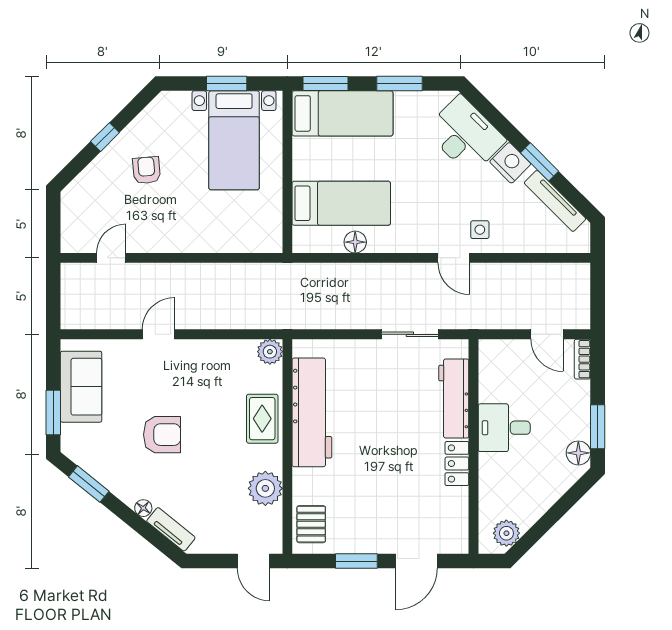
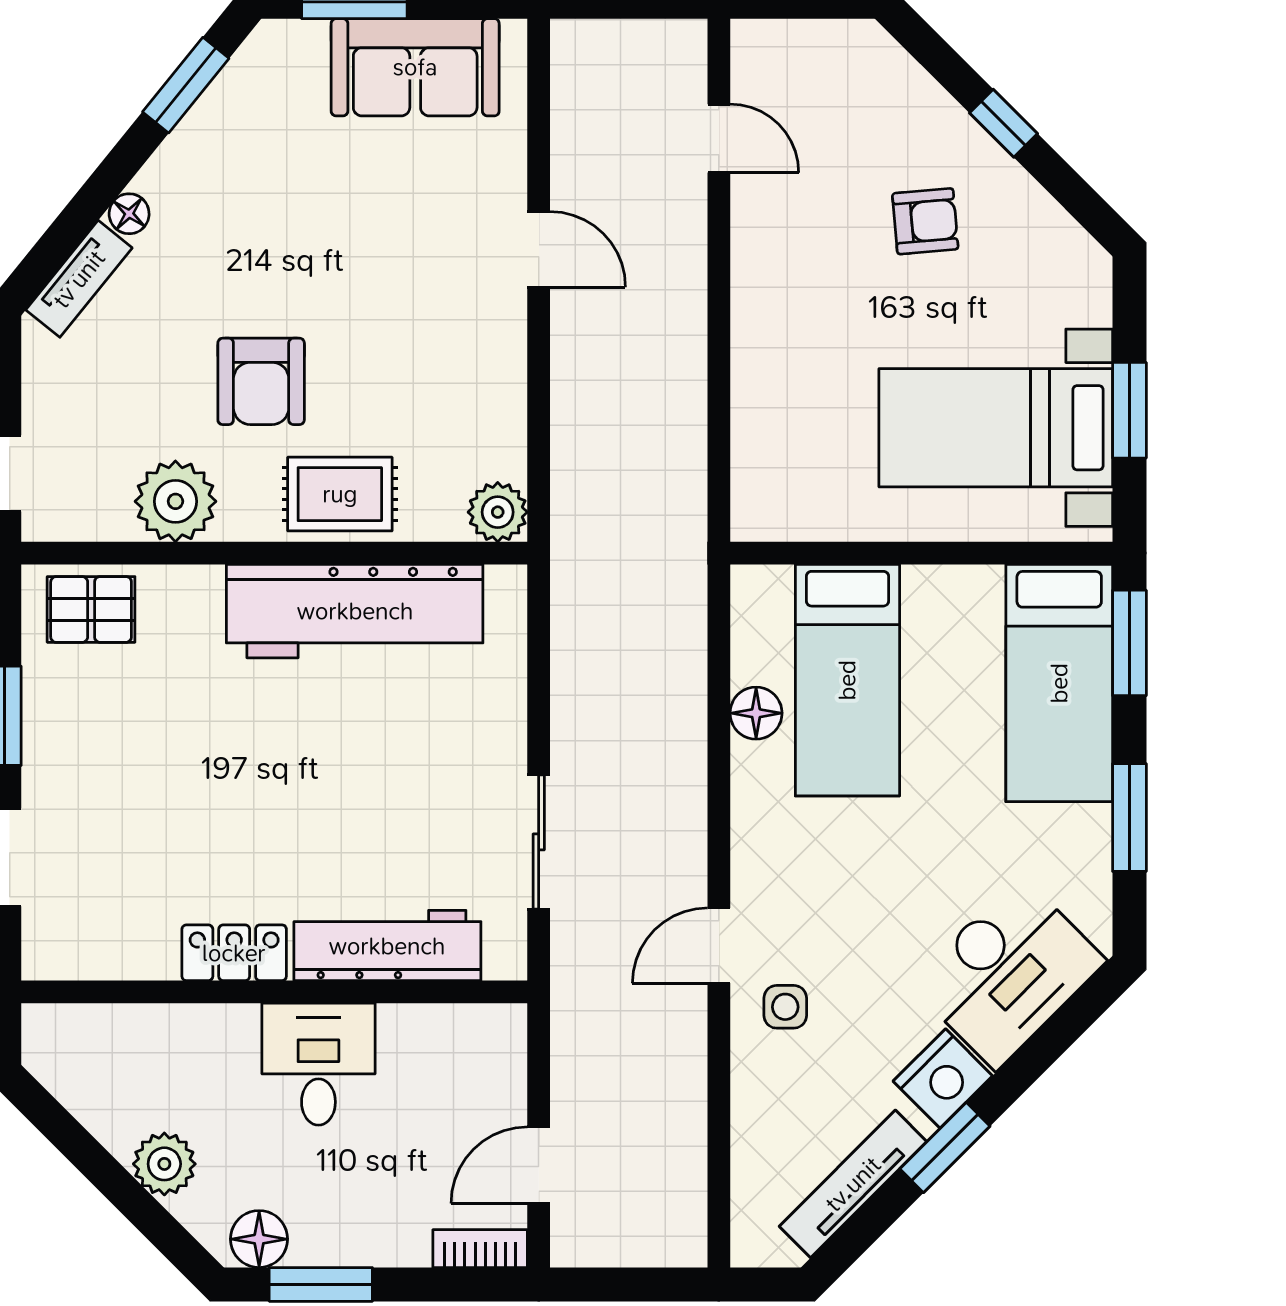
armchair: (162, 435) -> (261, 381), moved
plant: (506, 533) -> (164, 1164), moved

